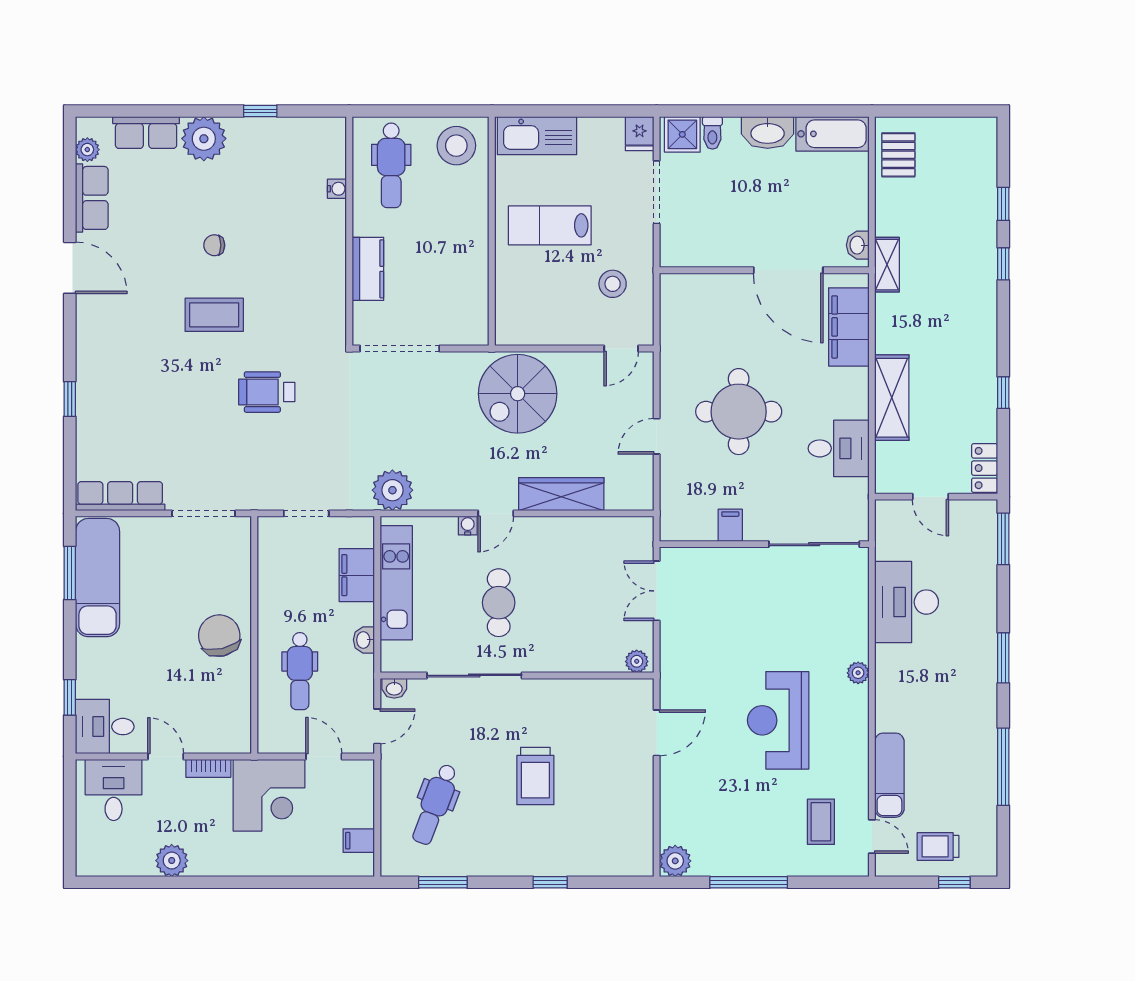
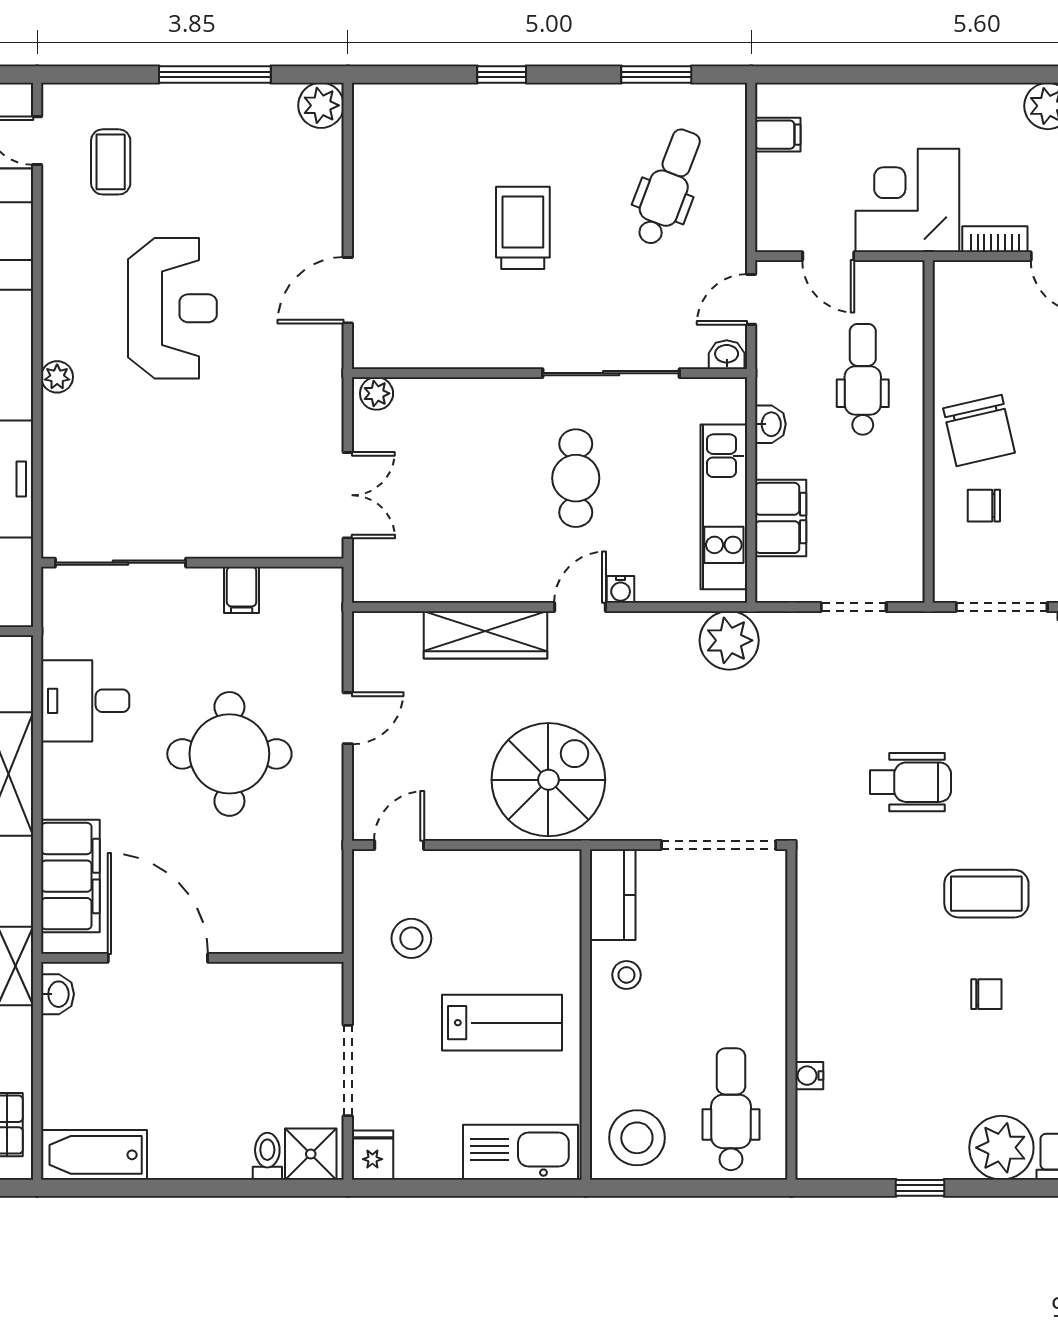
washbasin: (768, 132) -> (188, 1157), removed
stool: (464, 258) -> (626, 975), added
kitchen counter: (368, 269) -> (613, 895), moved, turned 180
chair: (216, 584) -> (984, 506), added

